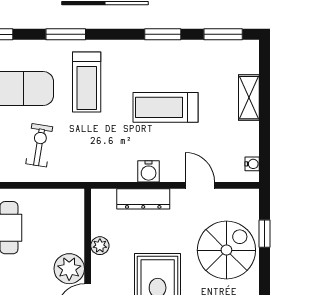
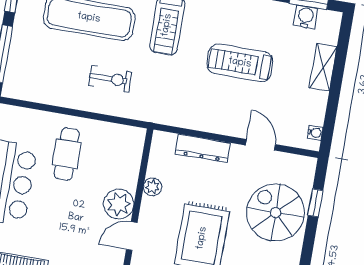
exercise bike: (39, 145) -> (110, 79), turned 81
water cooler: (149, 171) -> (306, 17), moved, turned 180
spiral stairs: (226, 250) -> (276, 212), turned -90

